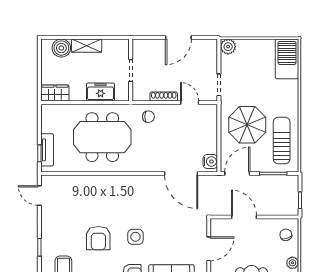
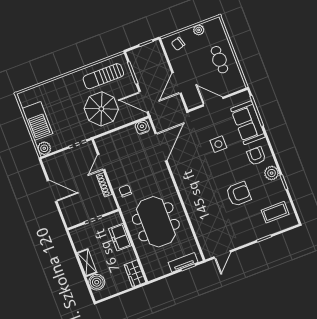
barbecue: (287, 59) -> (37, 121), moved, turned -90
side table: (135, 237) -> (218, 144), moved

